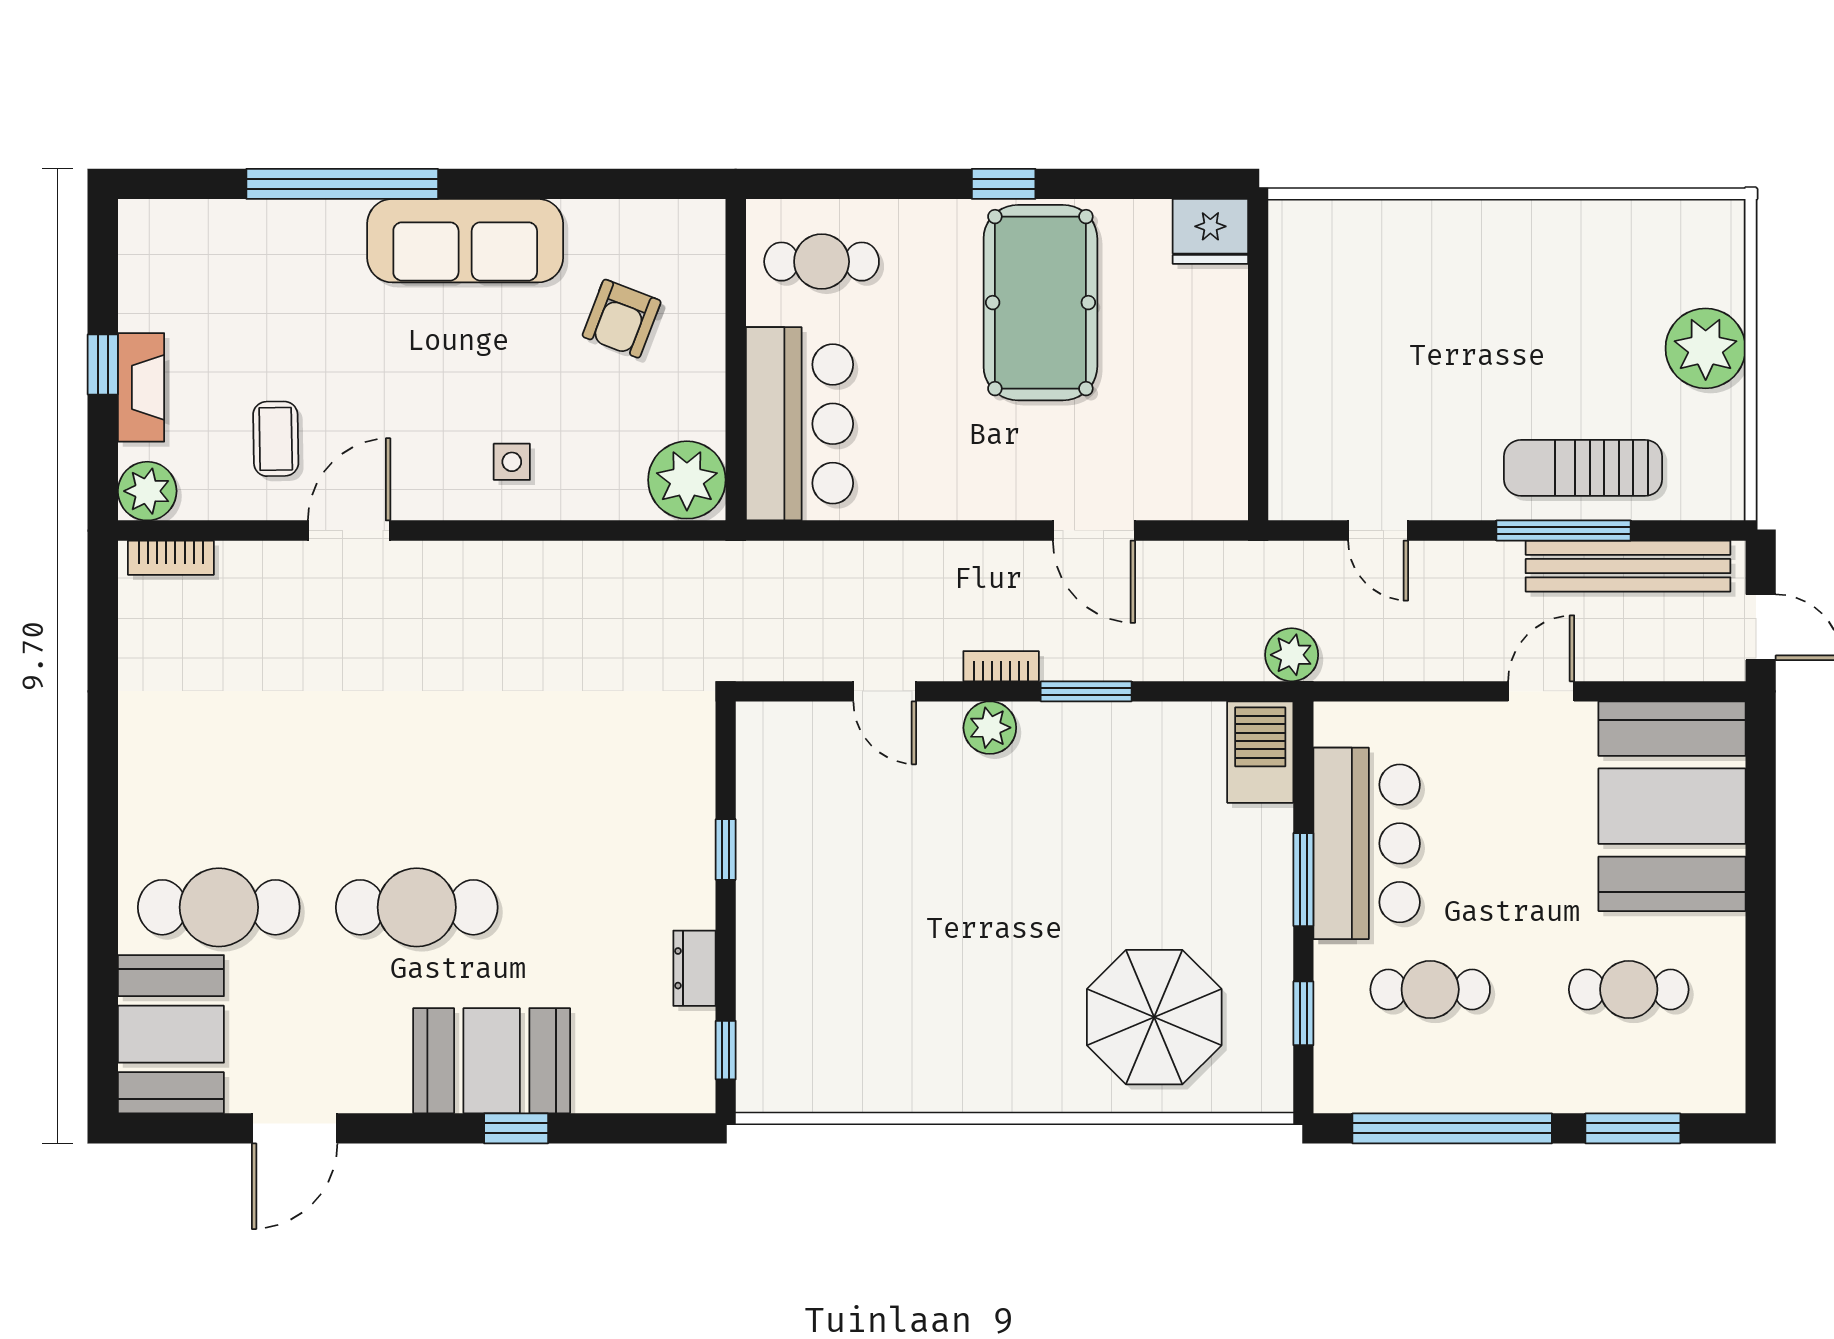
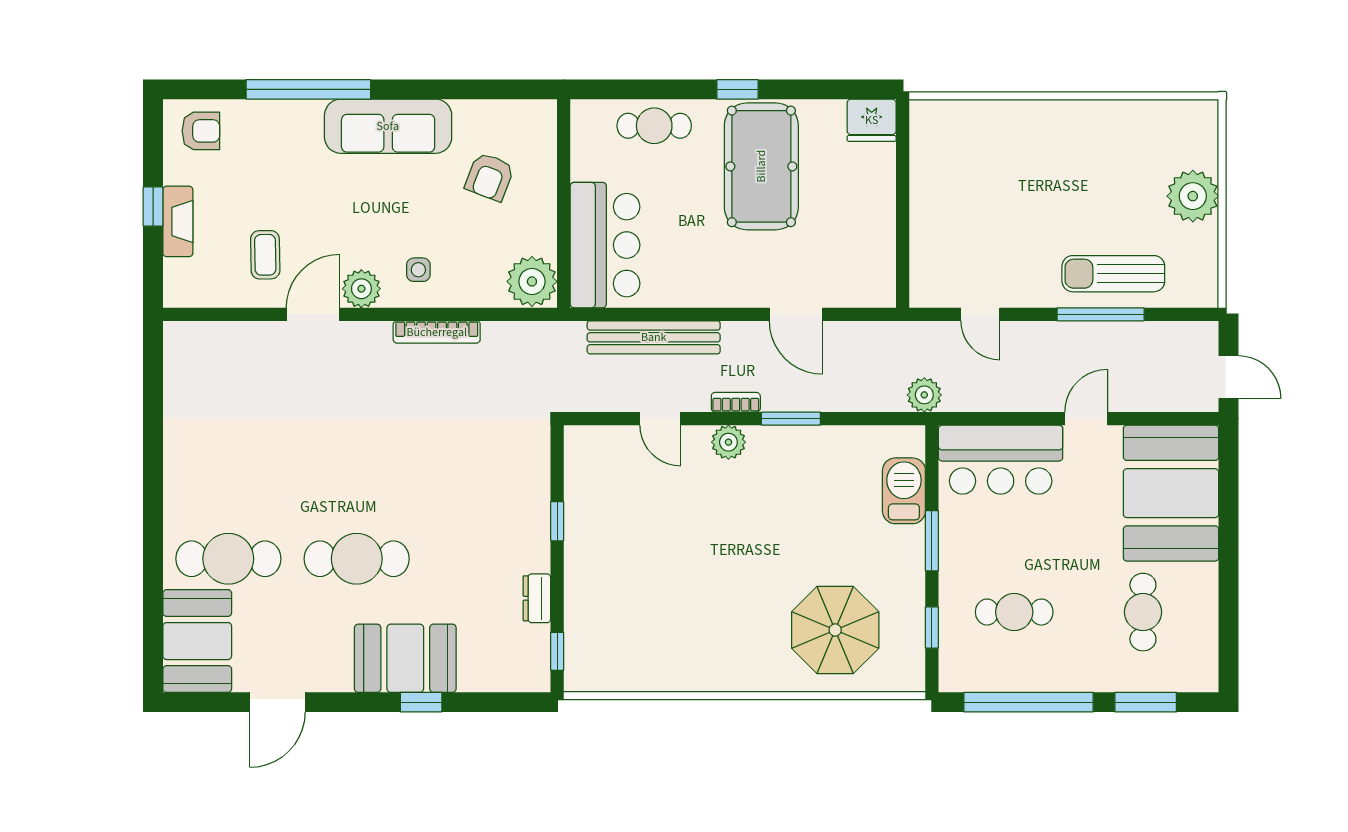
armchair: (177, 248) -> (201, 131), added
cafe table: (822, 262) -> (654, 126), moved
plant: (147, 491) -> (361, 289), moved
bookcase: (171, 558) -> (437, 332), moved, width x1.56
bench: (1628, 566) -> (654, 337), moved
barbecue: (1260, 752) -> (904, 491), moved
bar counter: (1367, 843) -> (1001, 460), moved, turned 90
cafe table: (1629, 989) -> (1143, 612), turned 90

